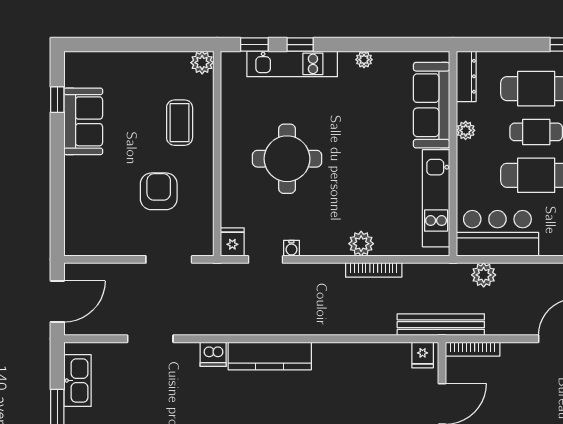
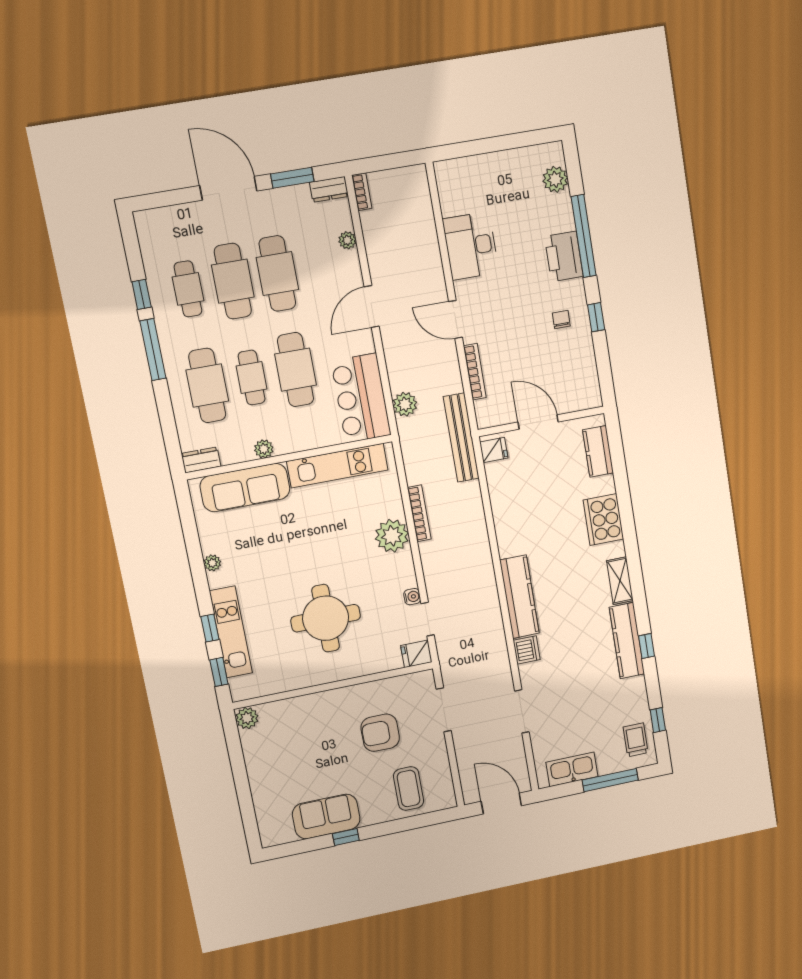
dresser: (466, 76) -> (201, 460), width x0.70
window: (57, 100) -> (346, 837), moved
coffee table: (180, 123) -> (409, 789), moved, turned 90
plant: (361, 244) -> (392, 536), width x1.36, depth x1.36
bookcase: (473, 349) -> (475, 372), moved

